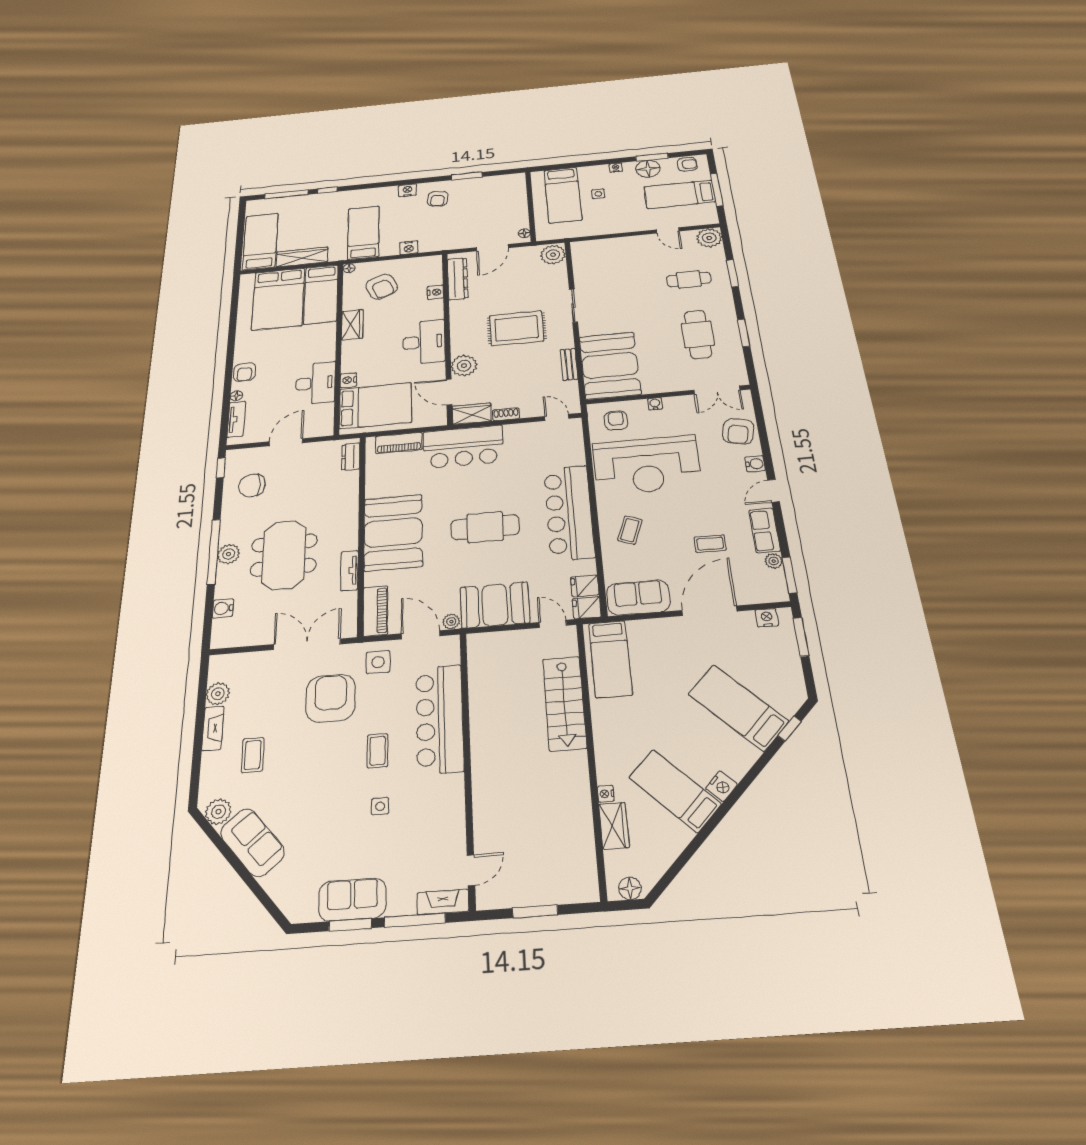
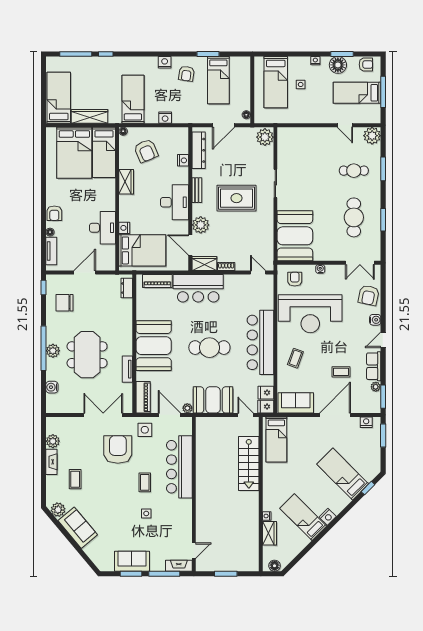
bed: (482, 201) -> (218, 80), added
bench: (569, 364) -> (197, 190), moved

